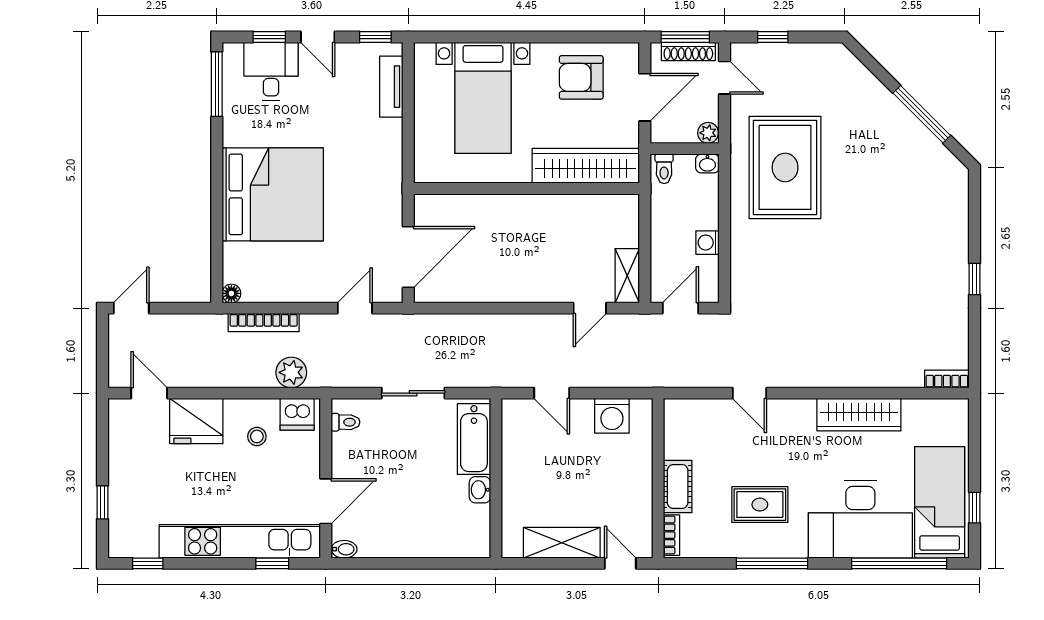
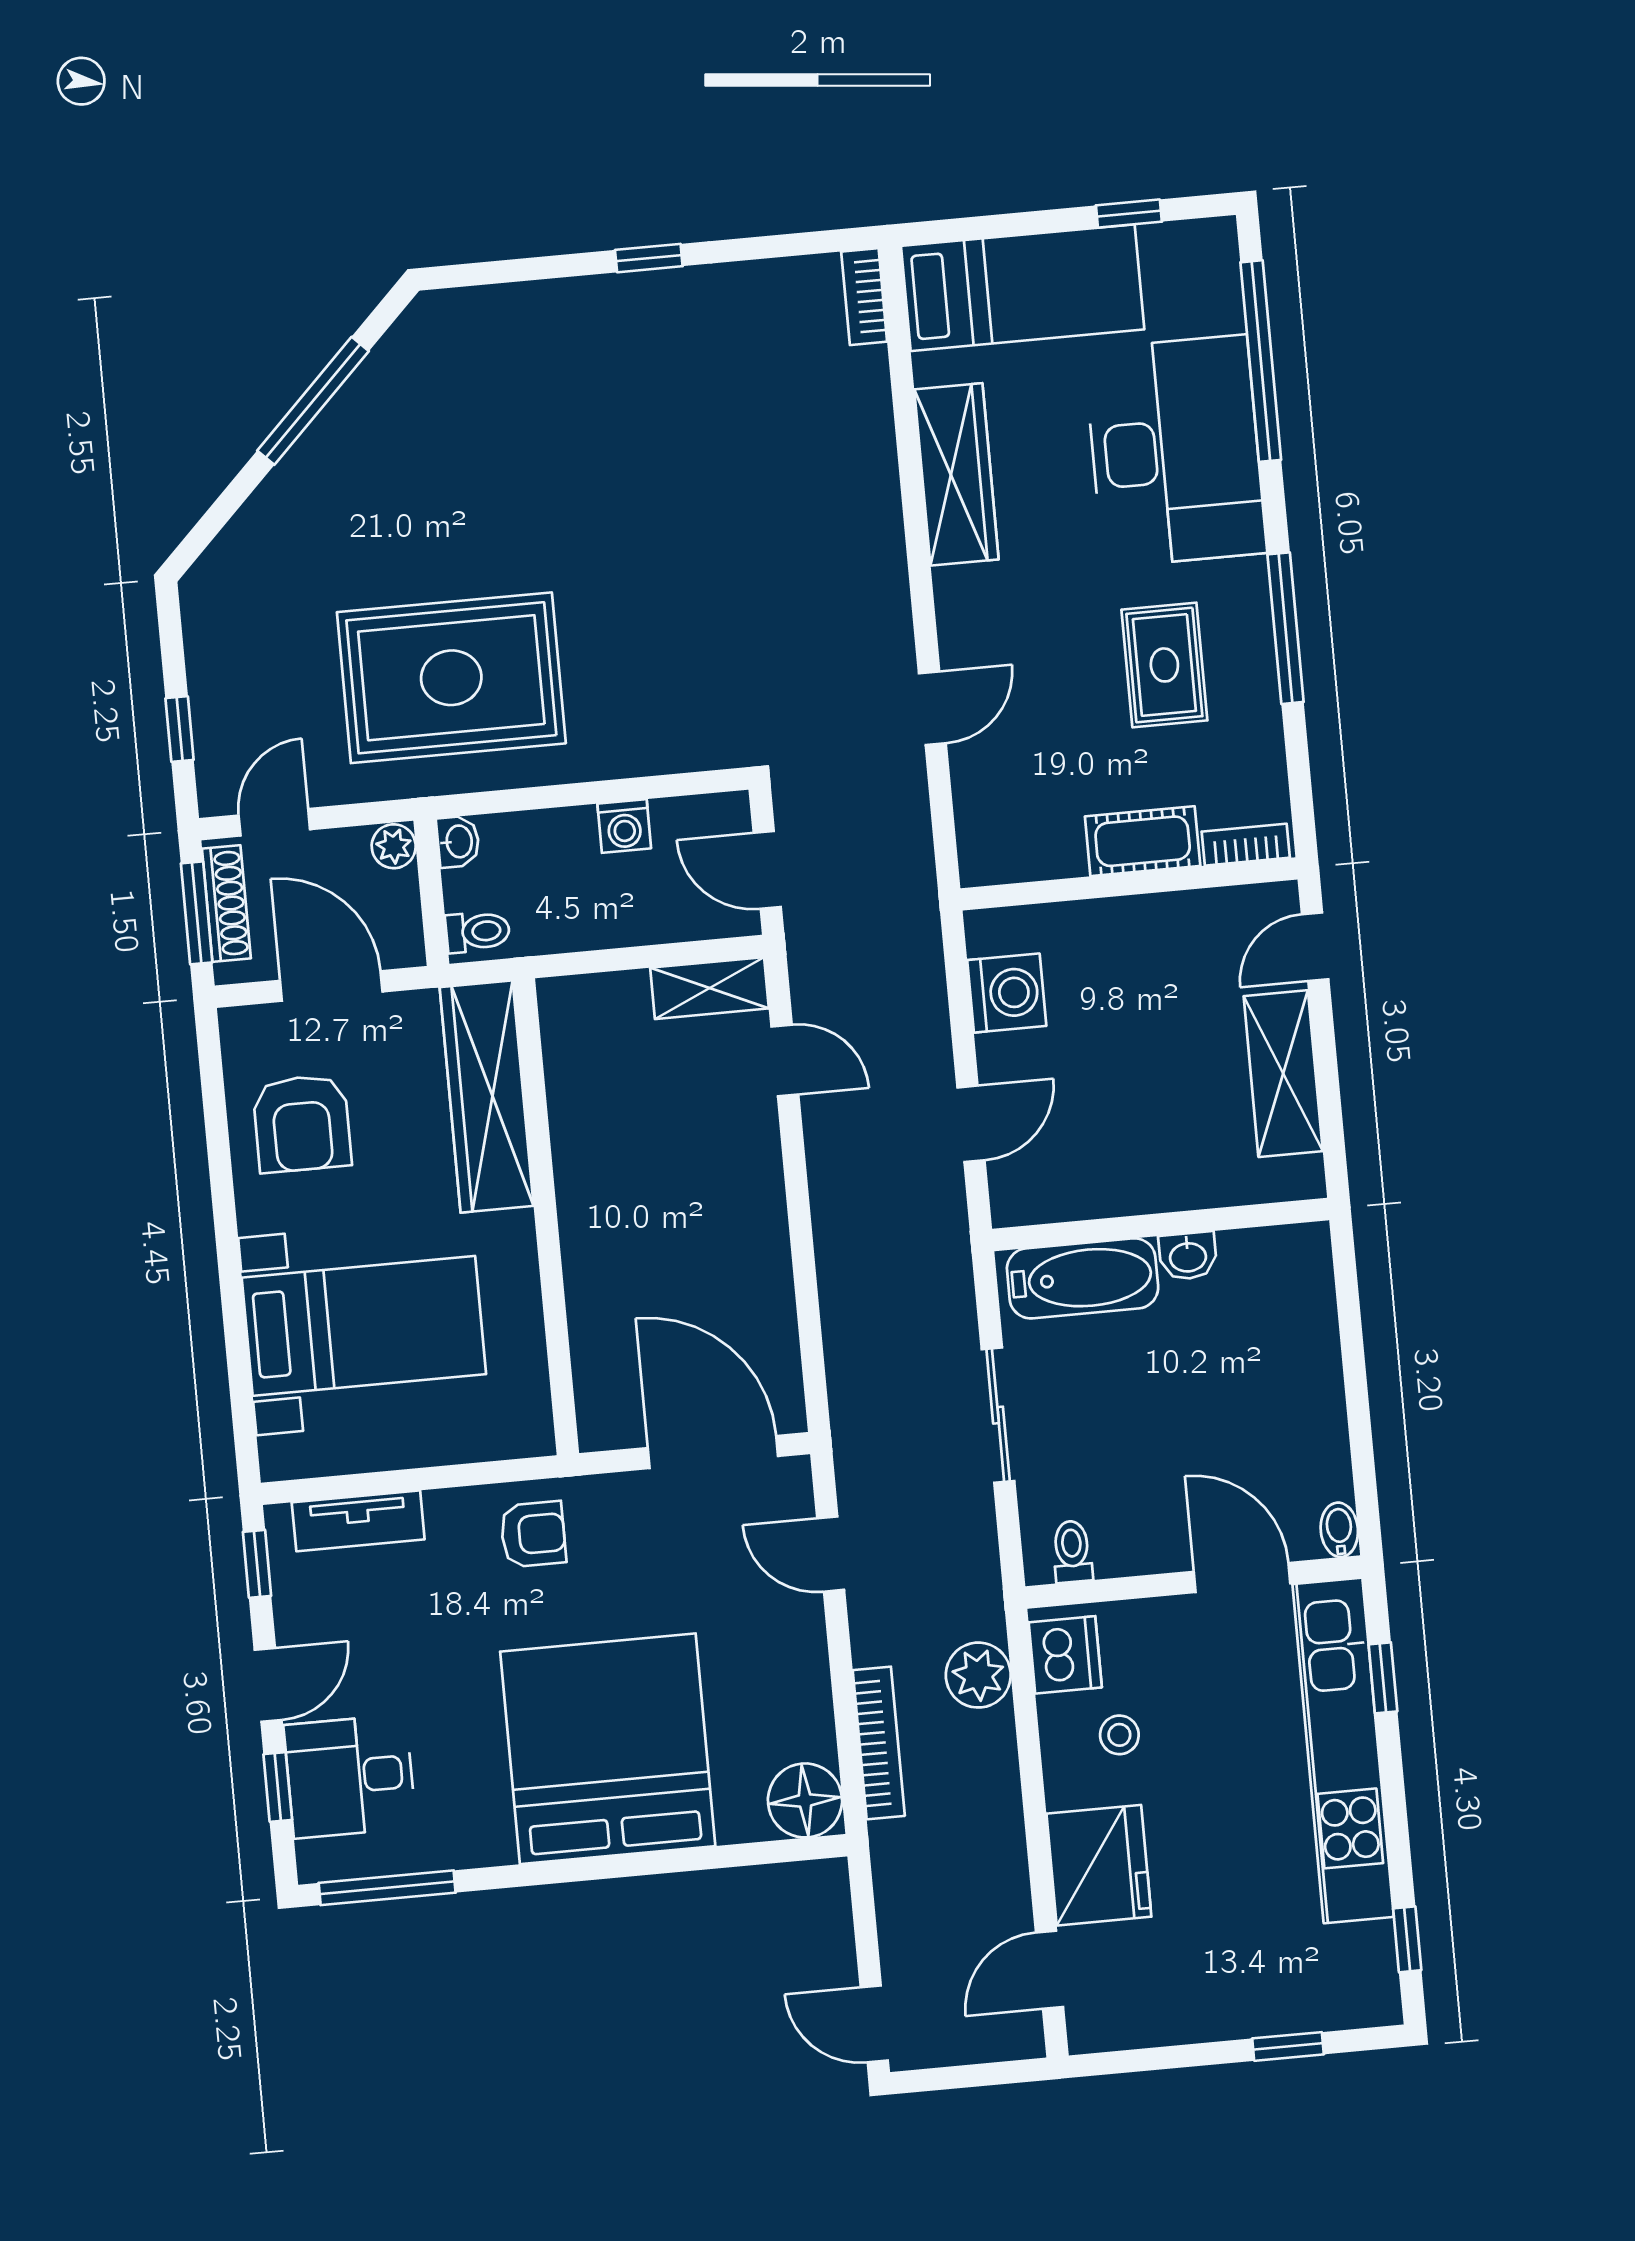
armchair: (377, 169) -> (533, 1534), added
floor lamp: (231, 293) -> (805, 1800), width x1.89, depth x1.89
bed: (940, 502) -> (1023, 288), moved, turned 180

